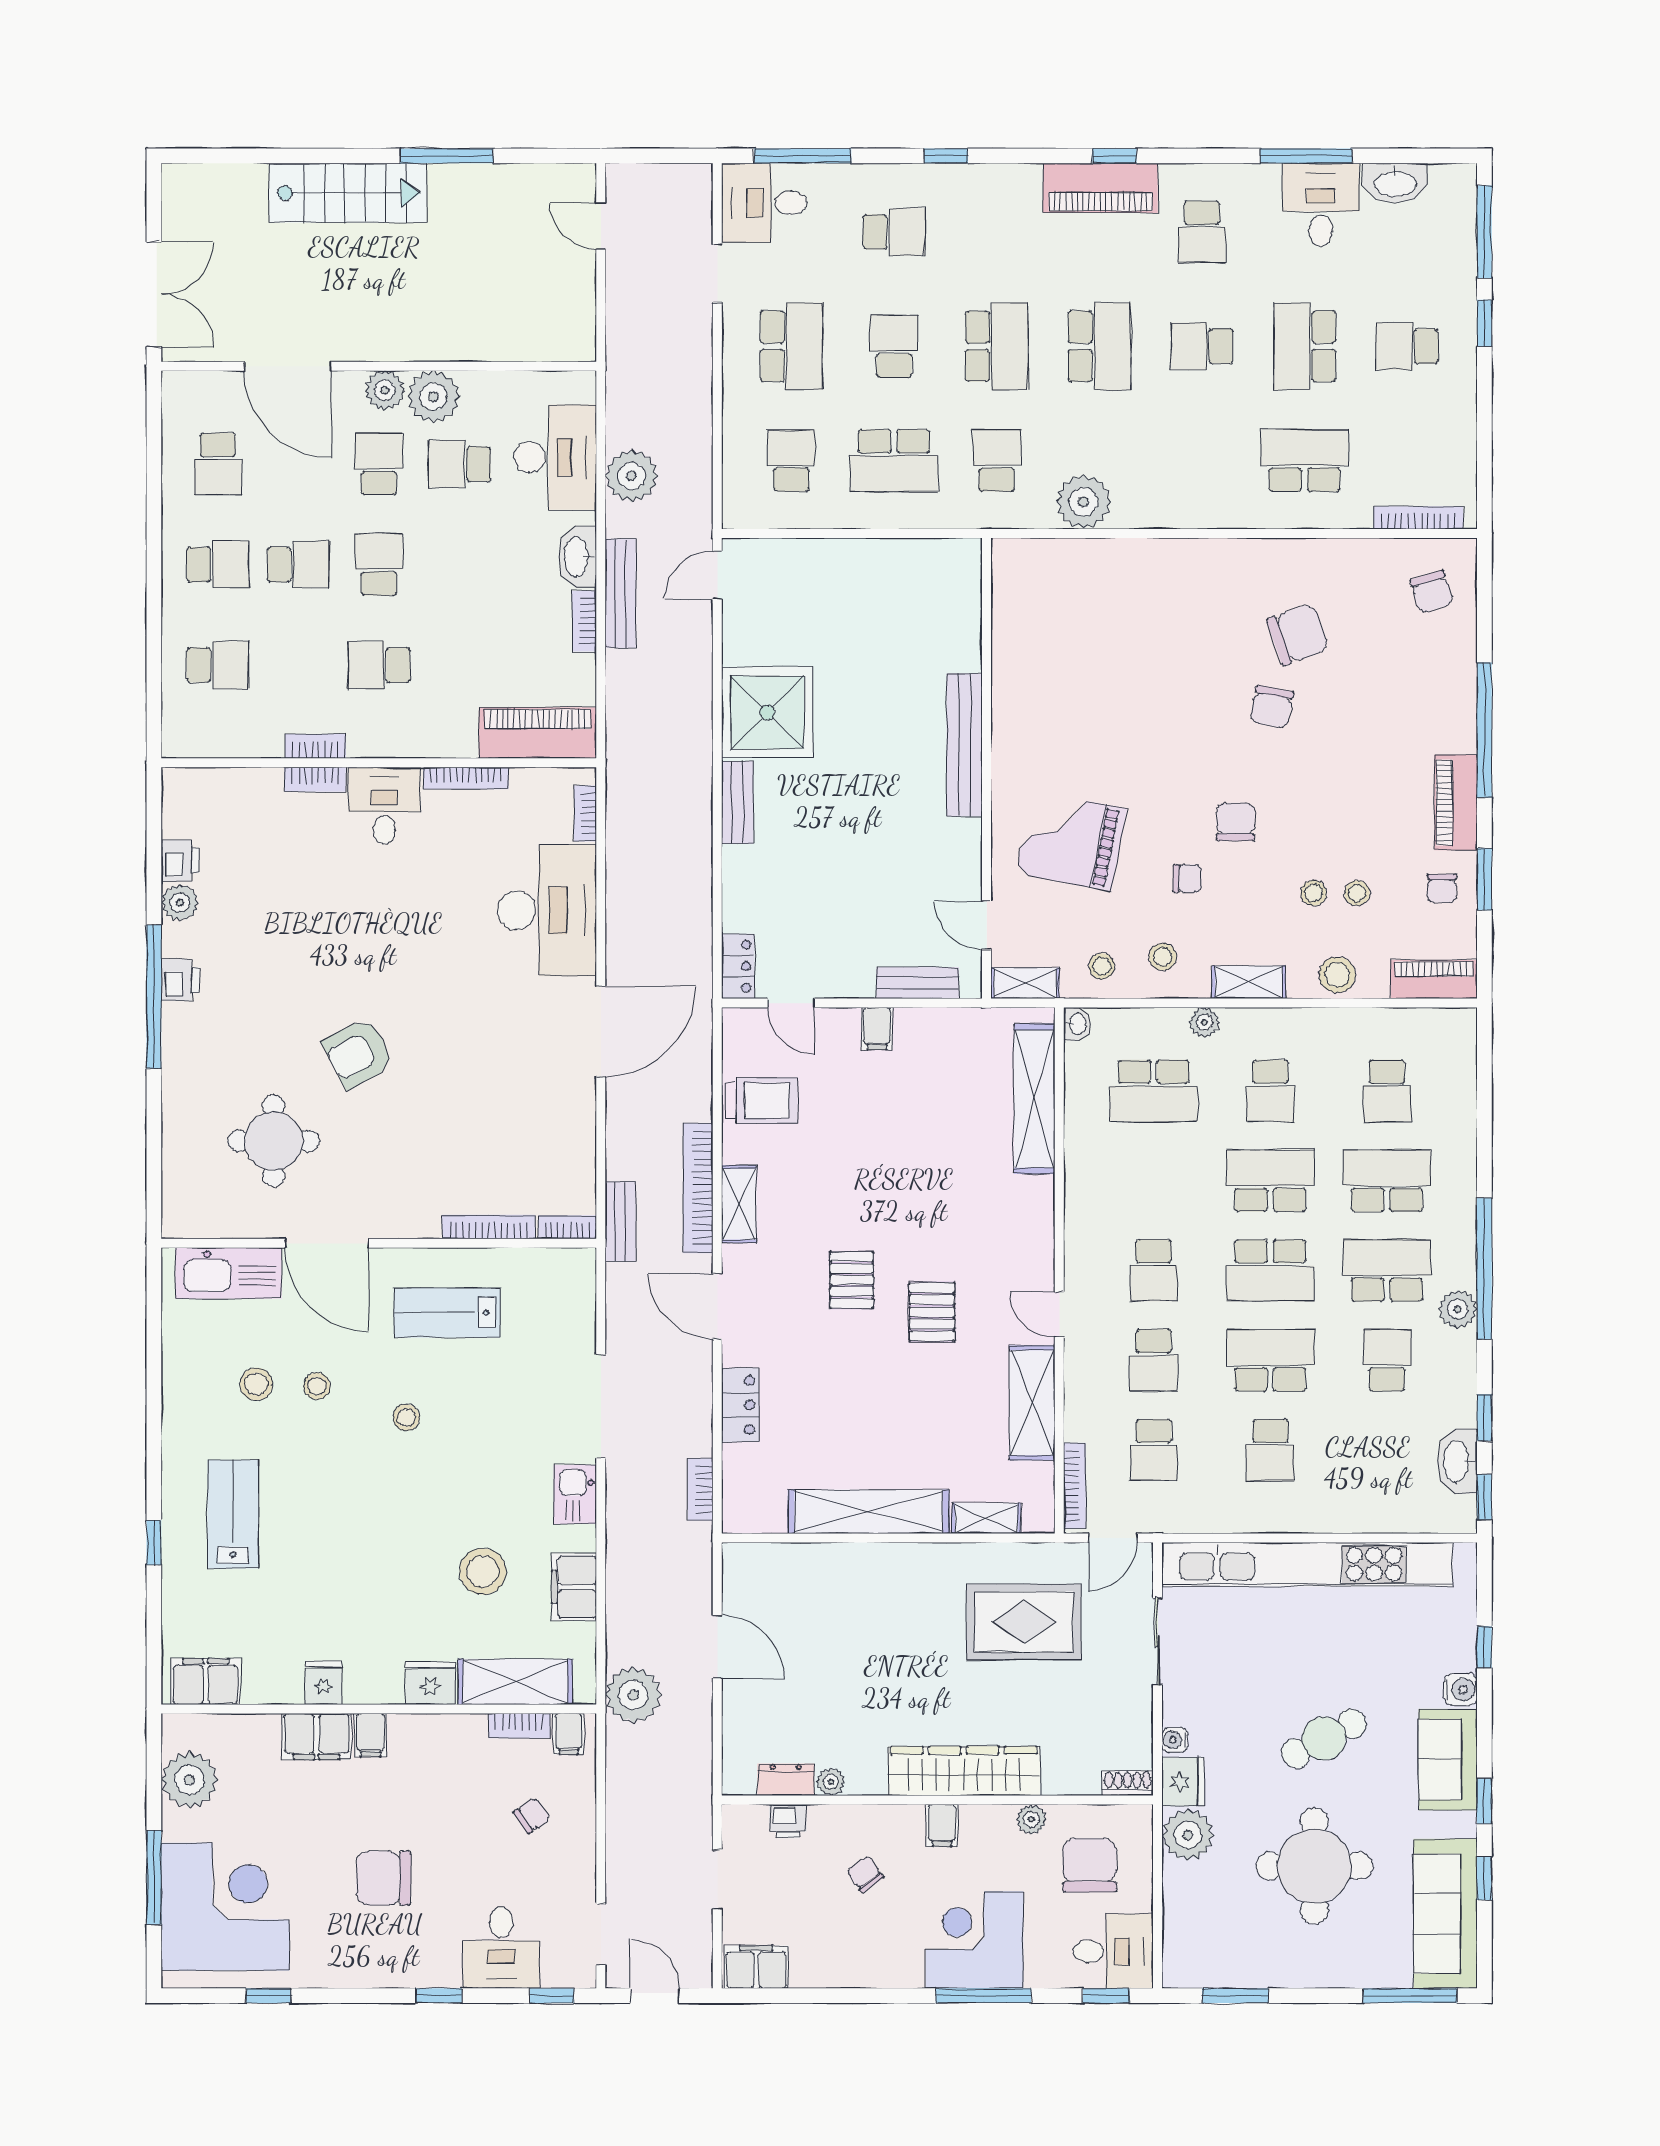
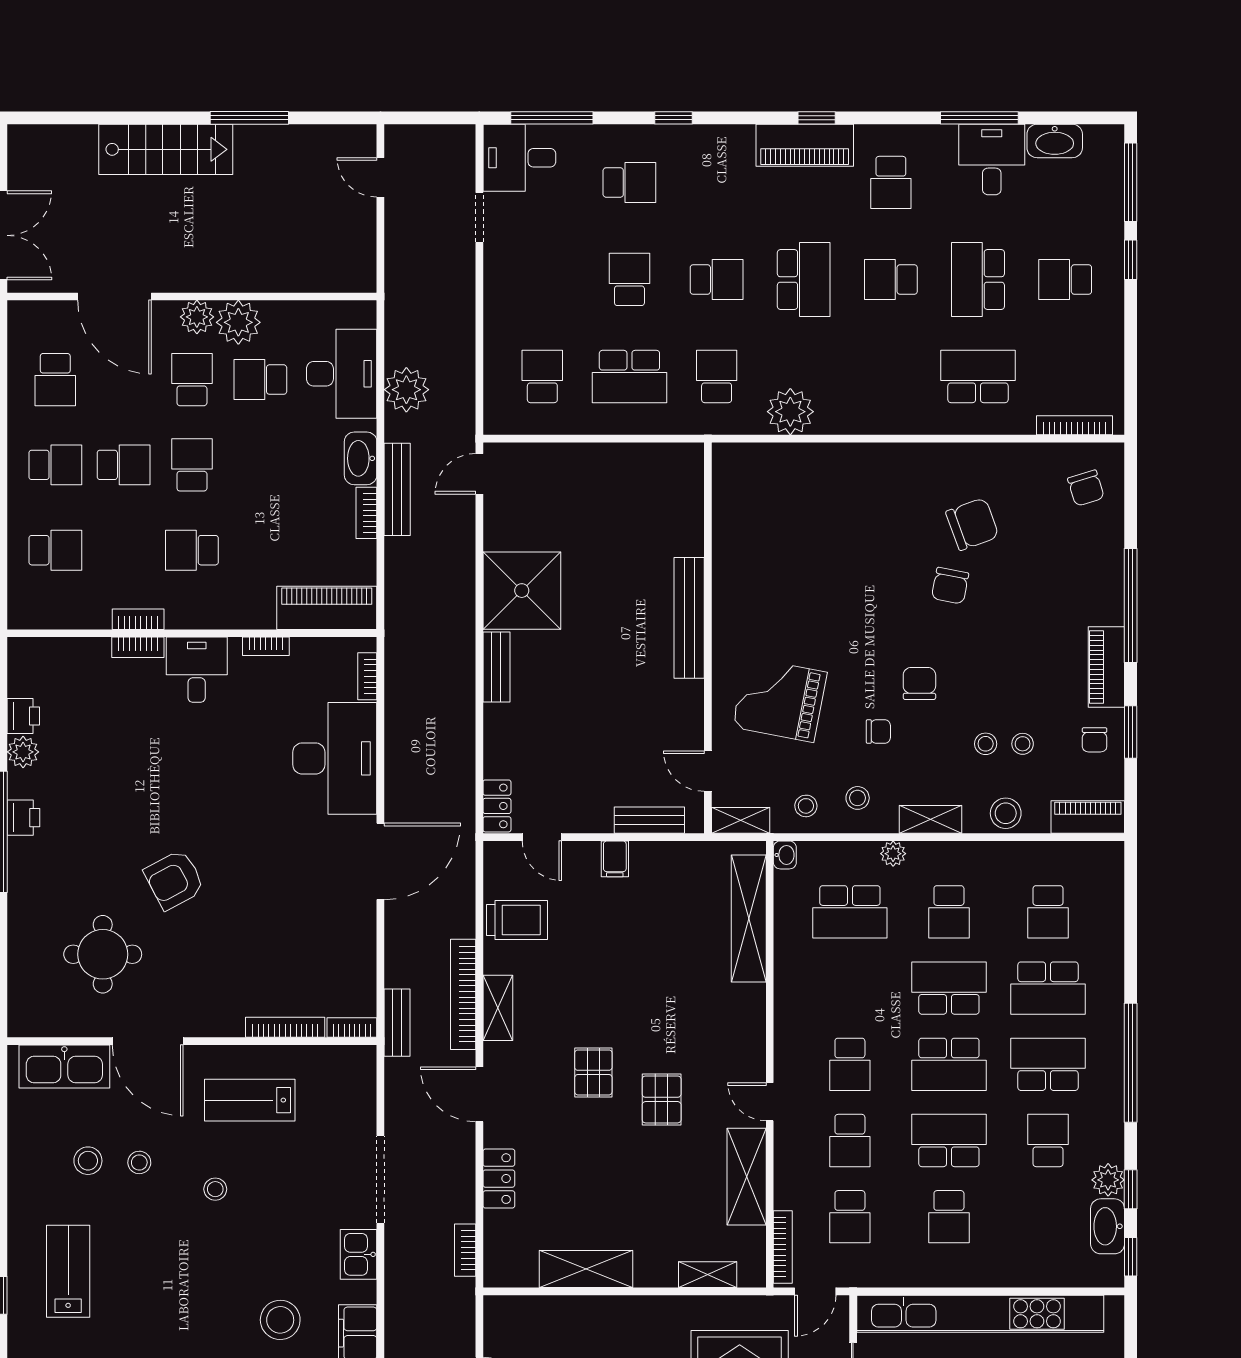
school desk: (791, 346) -> (542, 279), removed
school desk: (997, 346) -> (717, 279), width x0.54
bookcase: (466, 778) -> (266, 646), width x0.64
school desk: (1387, 1181) -> (1048, 988), turned 180
plant: (1458, 1309) -> (1108, 1180), moved
shelving: (869, 1512) -> (586, 1269), width x0.68

